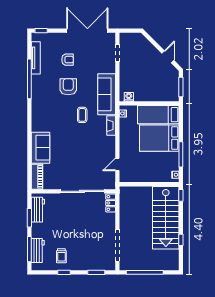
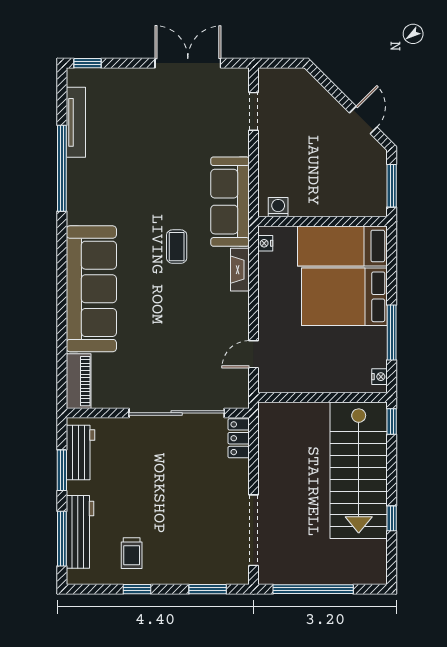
double door: (87, 31) -> (188, 63), width x0.73
armchair: (68, 60) -> (145, 126), removed
armchair: (68, 87) -> (146, 185), removed
sofa: (40, 148) -> (91, 289), width x1.85, depth x1.27
workbench: (38, 251) -> (80, 532), width x1.38

